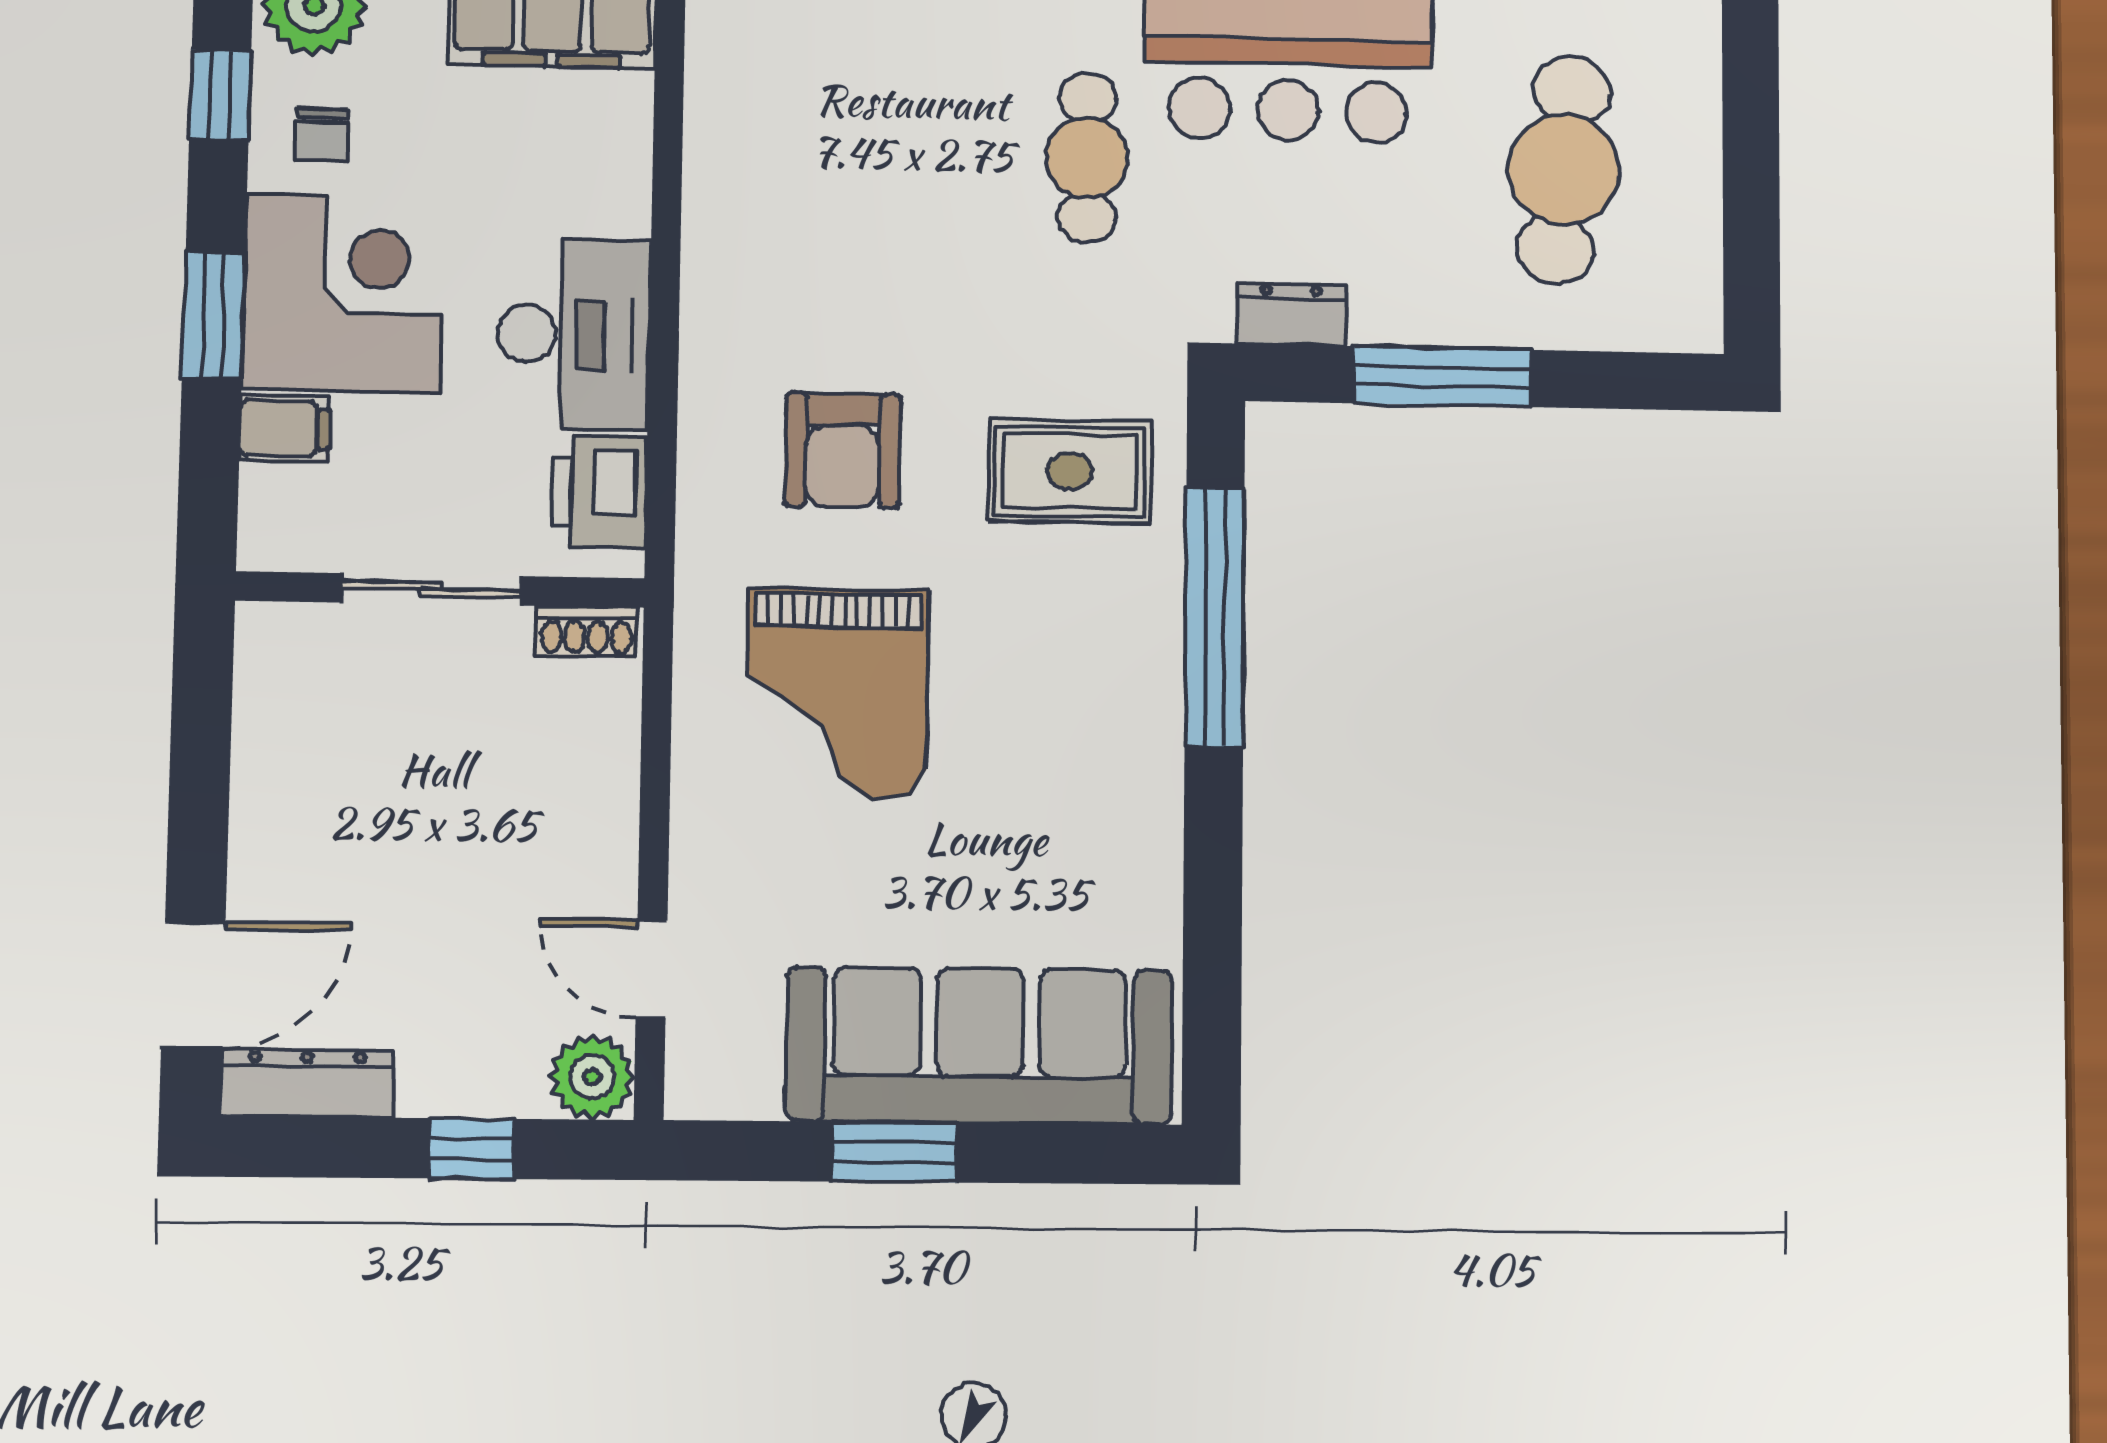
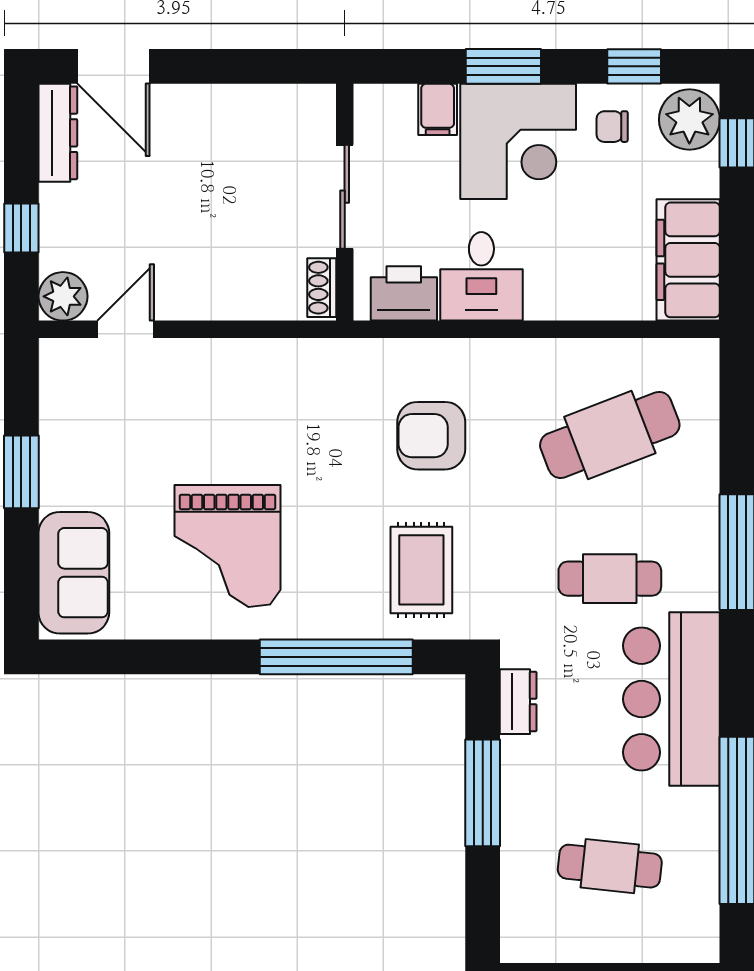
cafe table: (846, 152) -> (610, 435), added
cafe table: (1564, 169) -> (610, 866), width x0.73, depth x0.74
desk: (574, 334) -> (481, 276), width x0.73
grand piano: (837, 693) -> (227, 546), moved, turned -90
sofa: (980, 1046) -> (74, 573), width x0.54, depth x0.79

